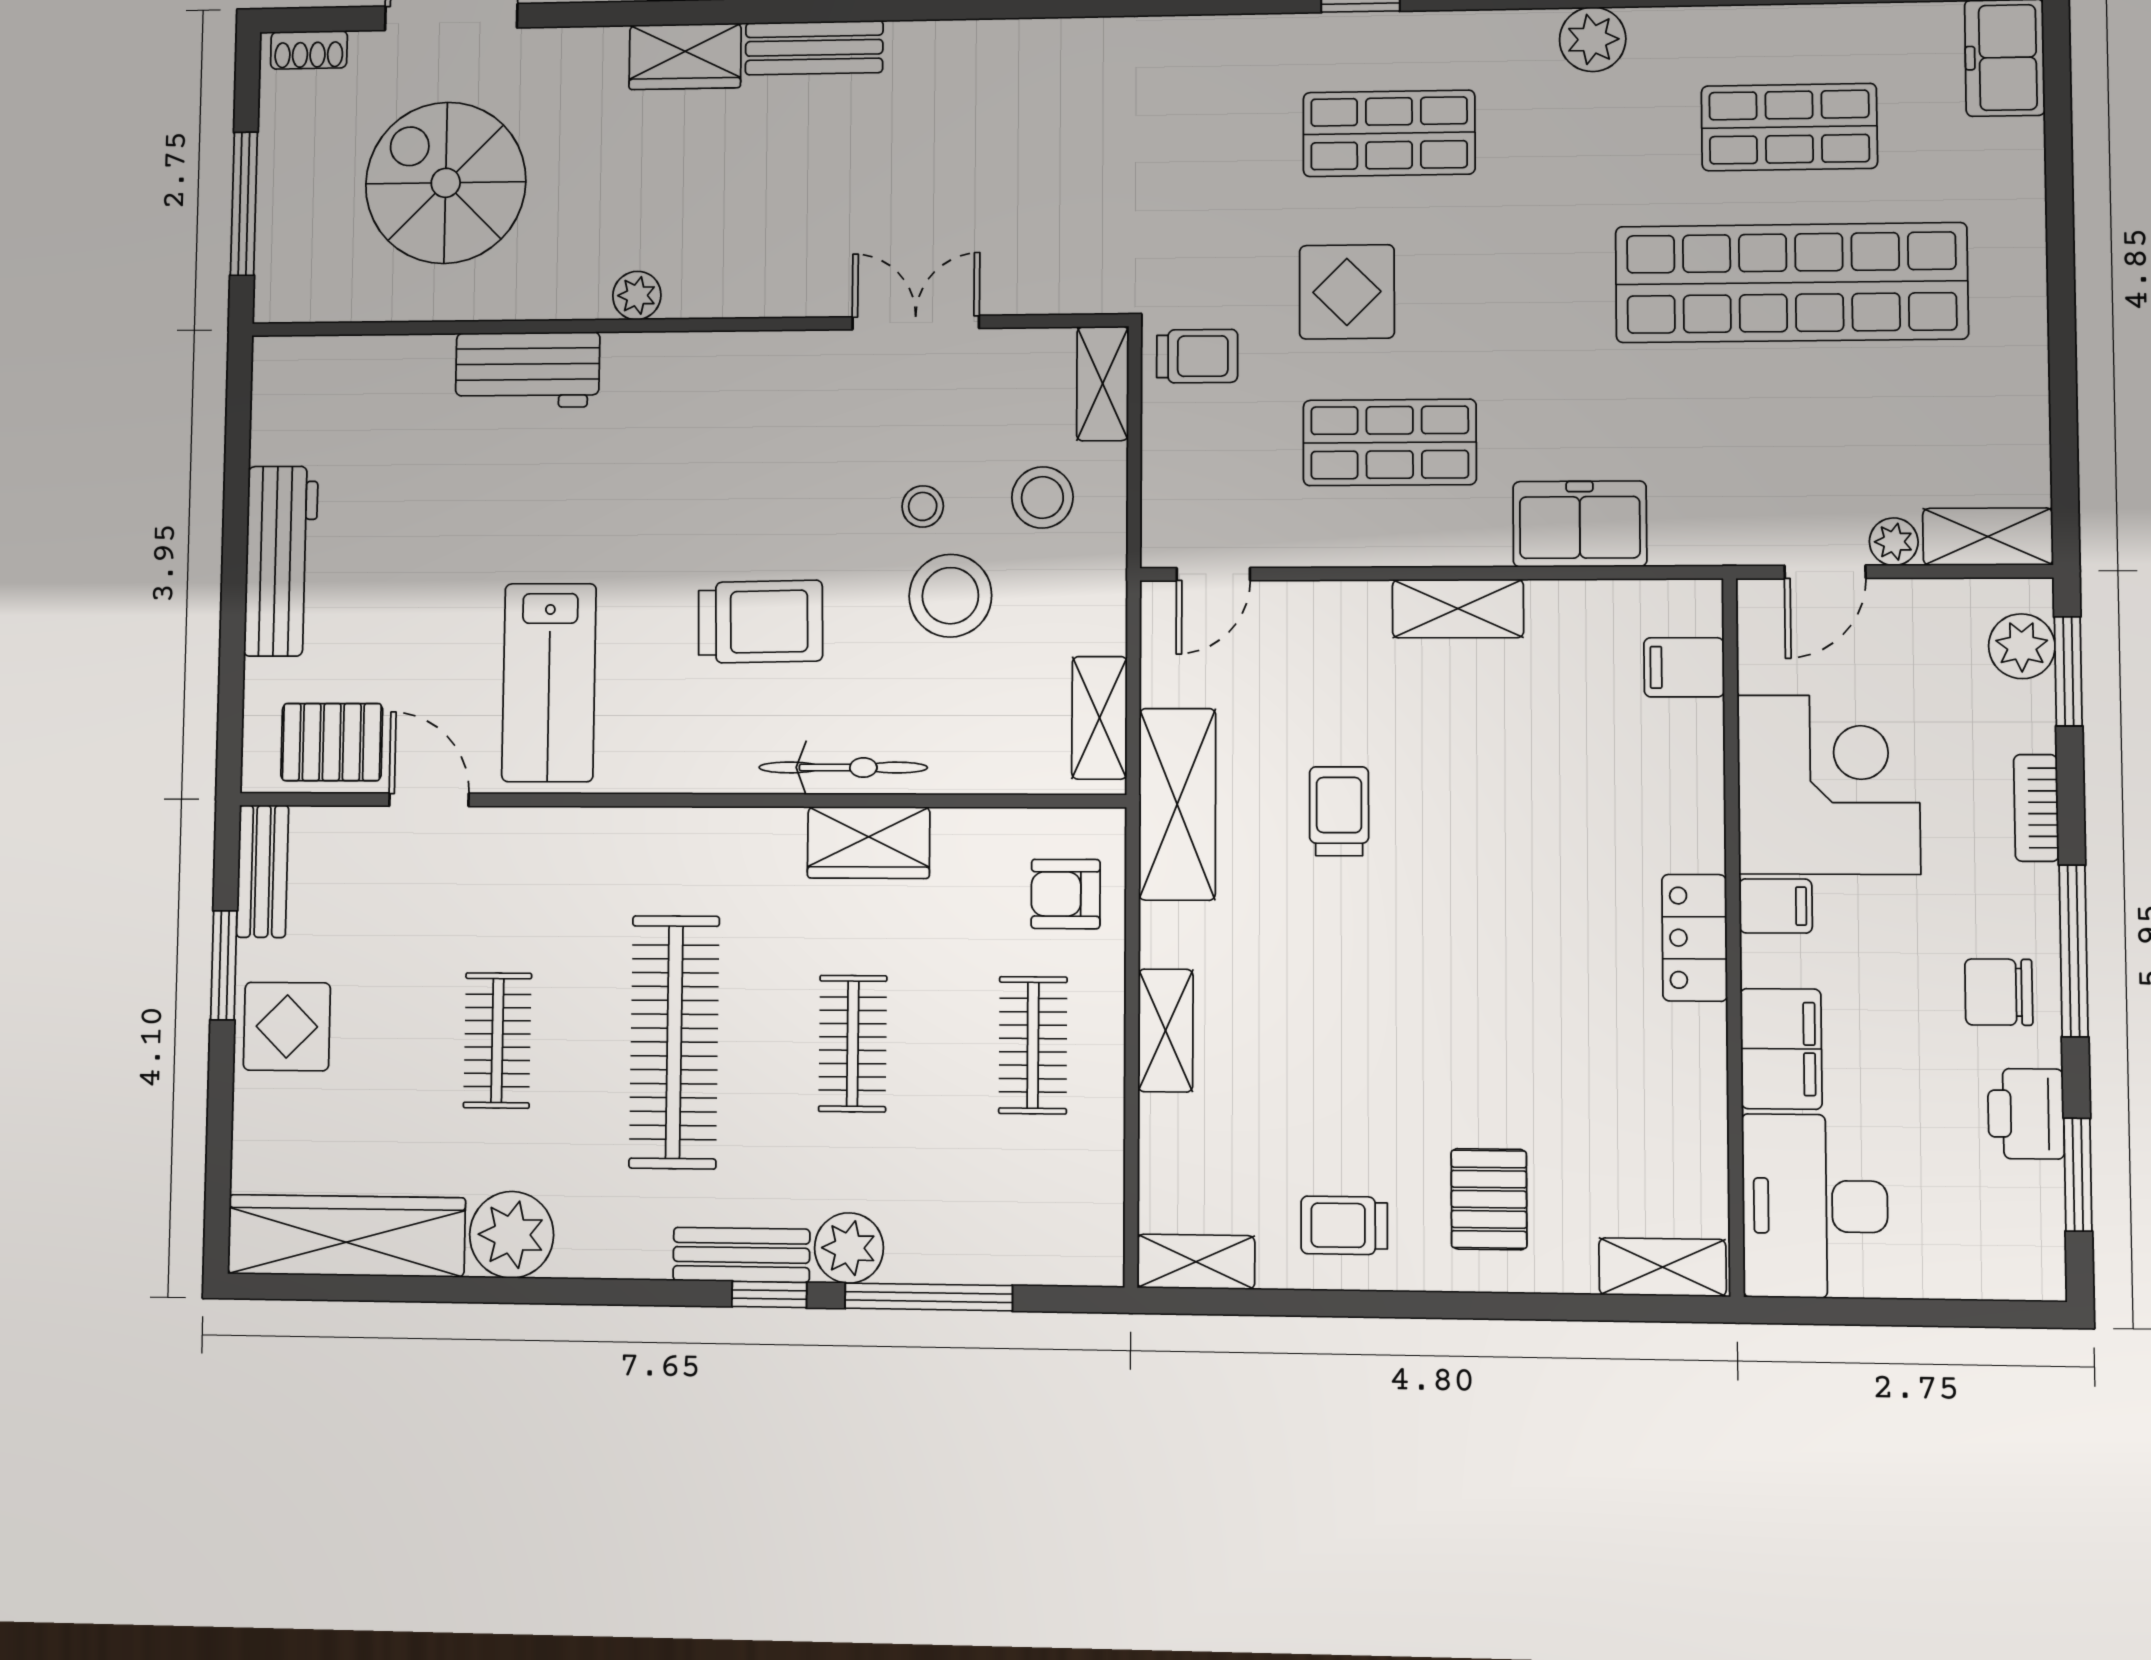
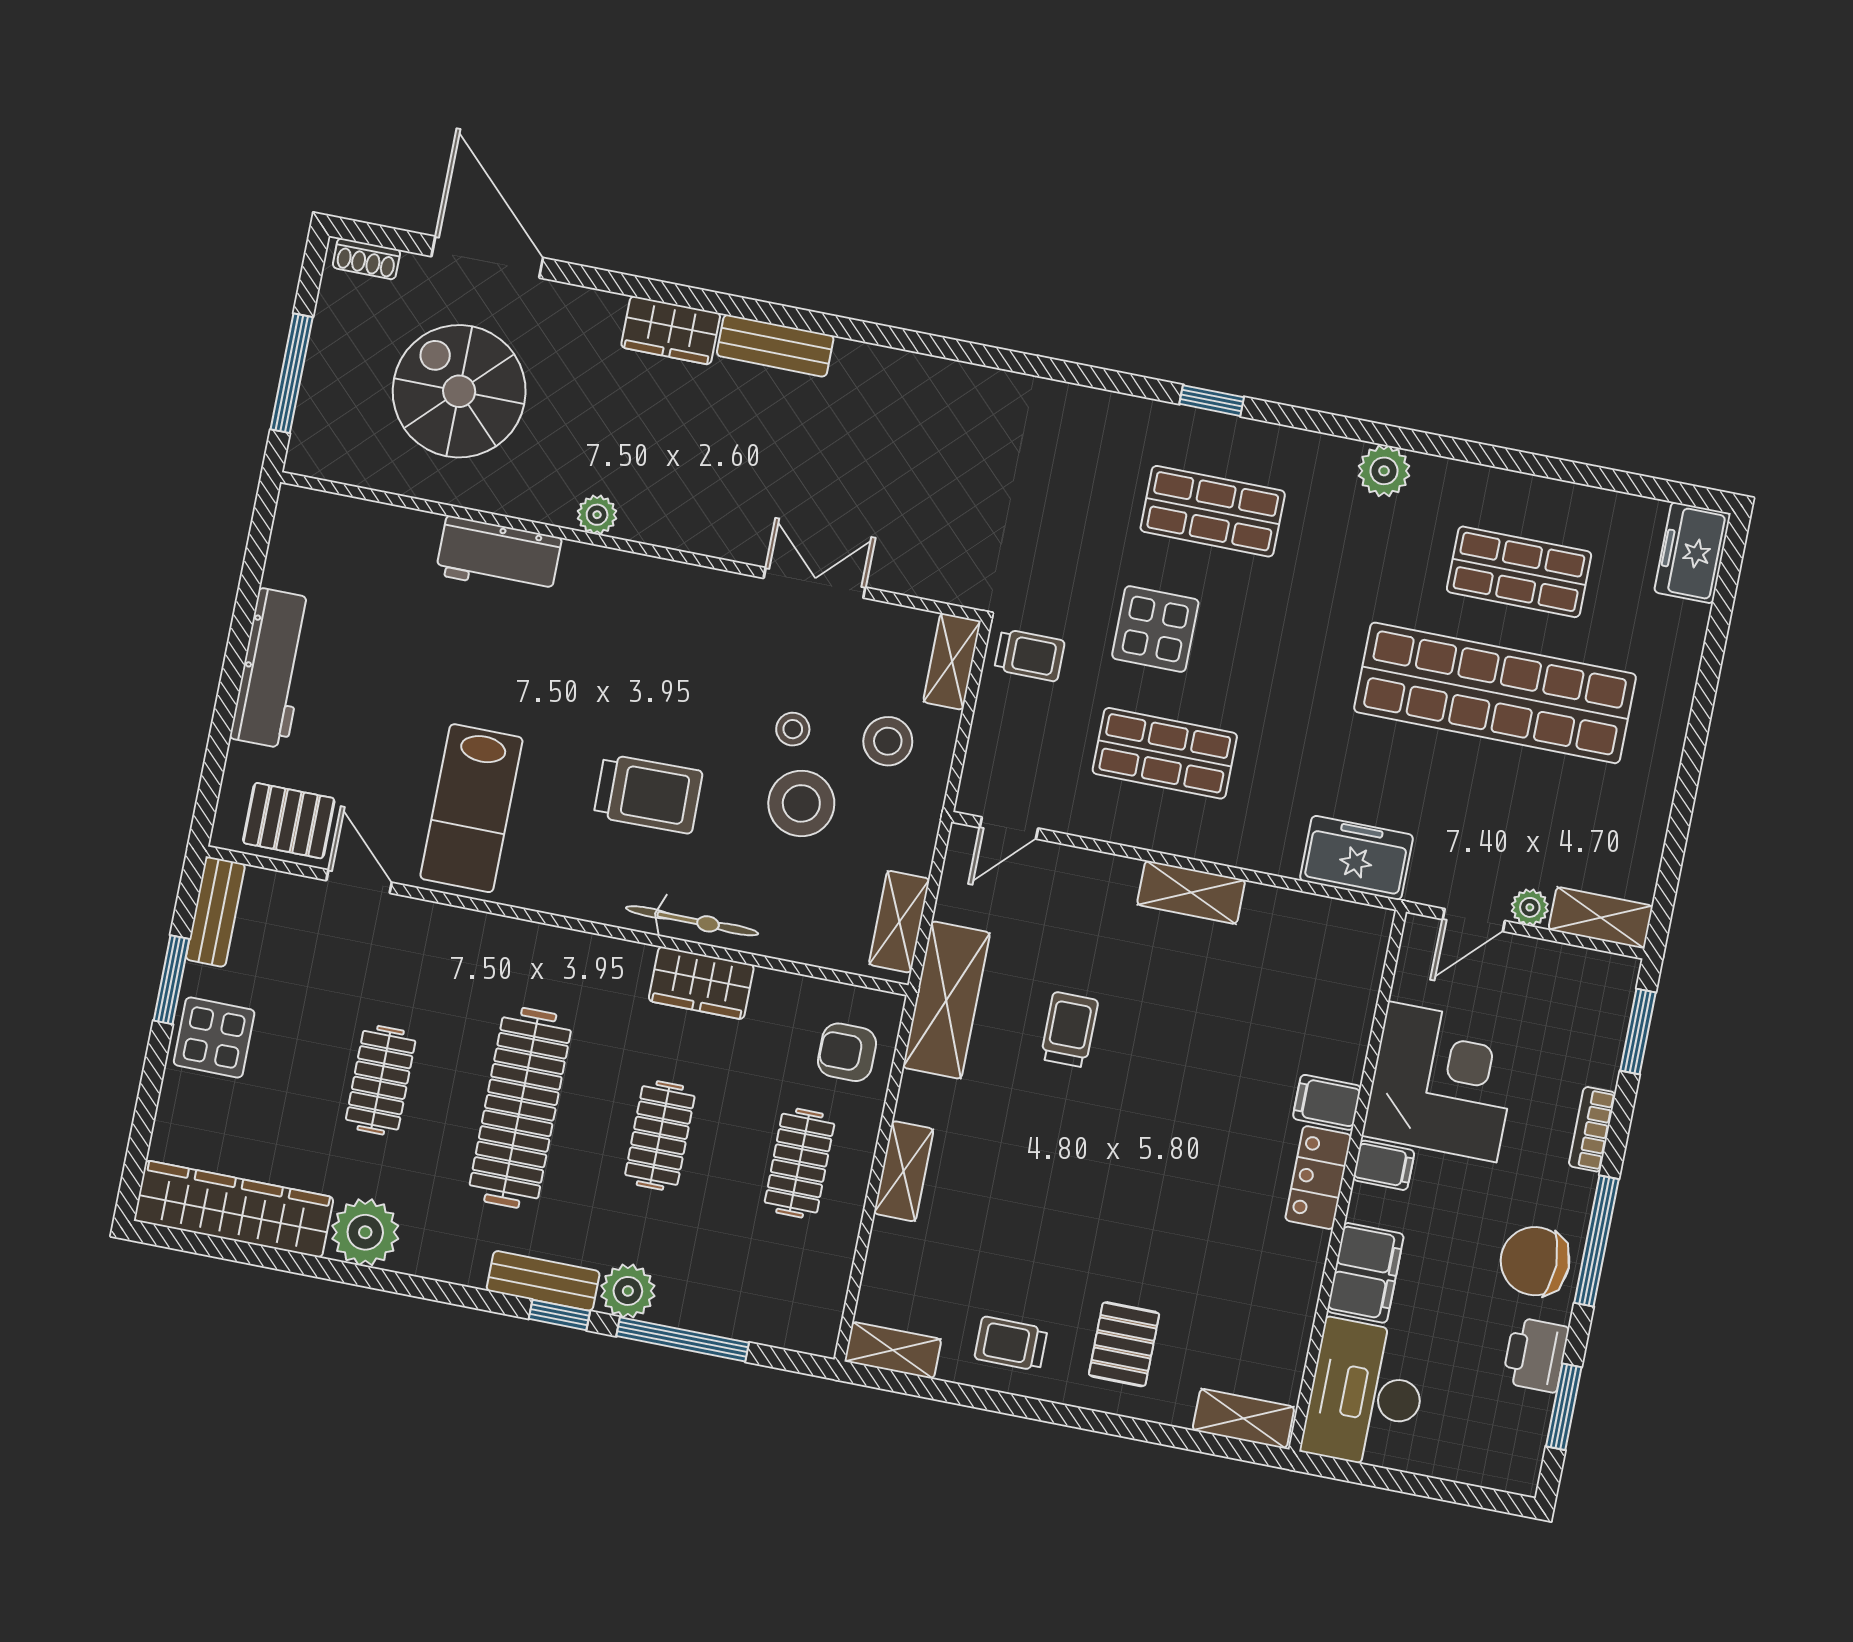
freezer: (1580, 524) -> (1356, 858), moved
plant: (2022, 646) -> (1608, 1006), removed
filing cabinet: (1684, 667) -> (1327, 1102), moved
chair: (1999, 992) -> (1535, 1261), width x1.37, depth x1.37

